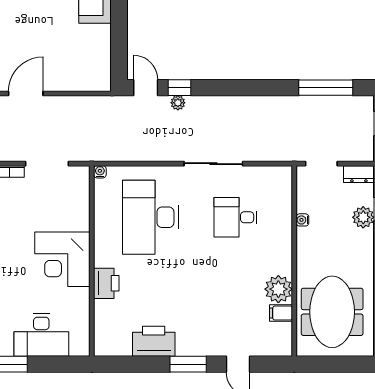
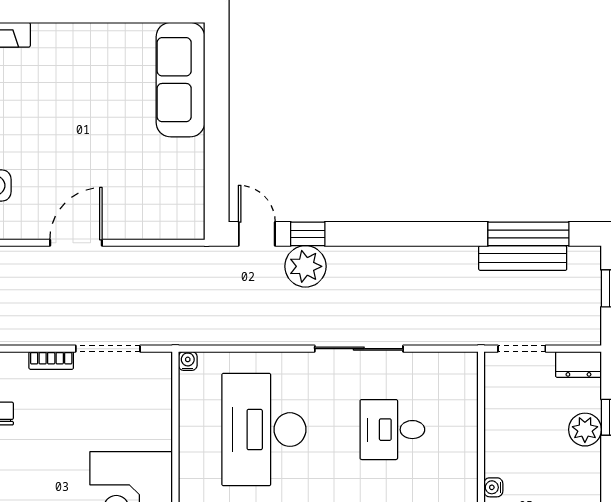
plant: (178, 103) -> (305, 266), width x1.88, depth x1.88
bench: (322, 104) -> (523, 258), added
water cooler: (302, 220) -> (493, 487), moved

